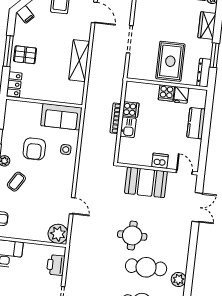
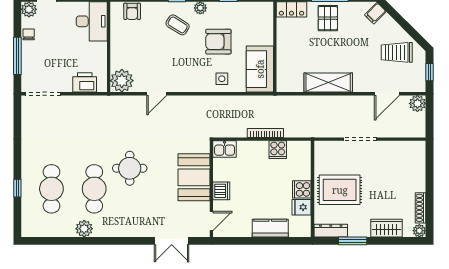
kitchen sink: (128, 127) -> (225, 149), moved

